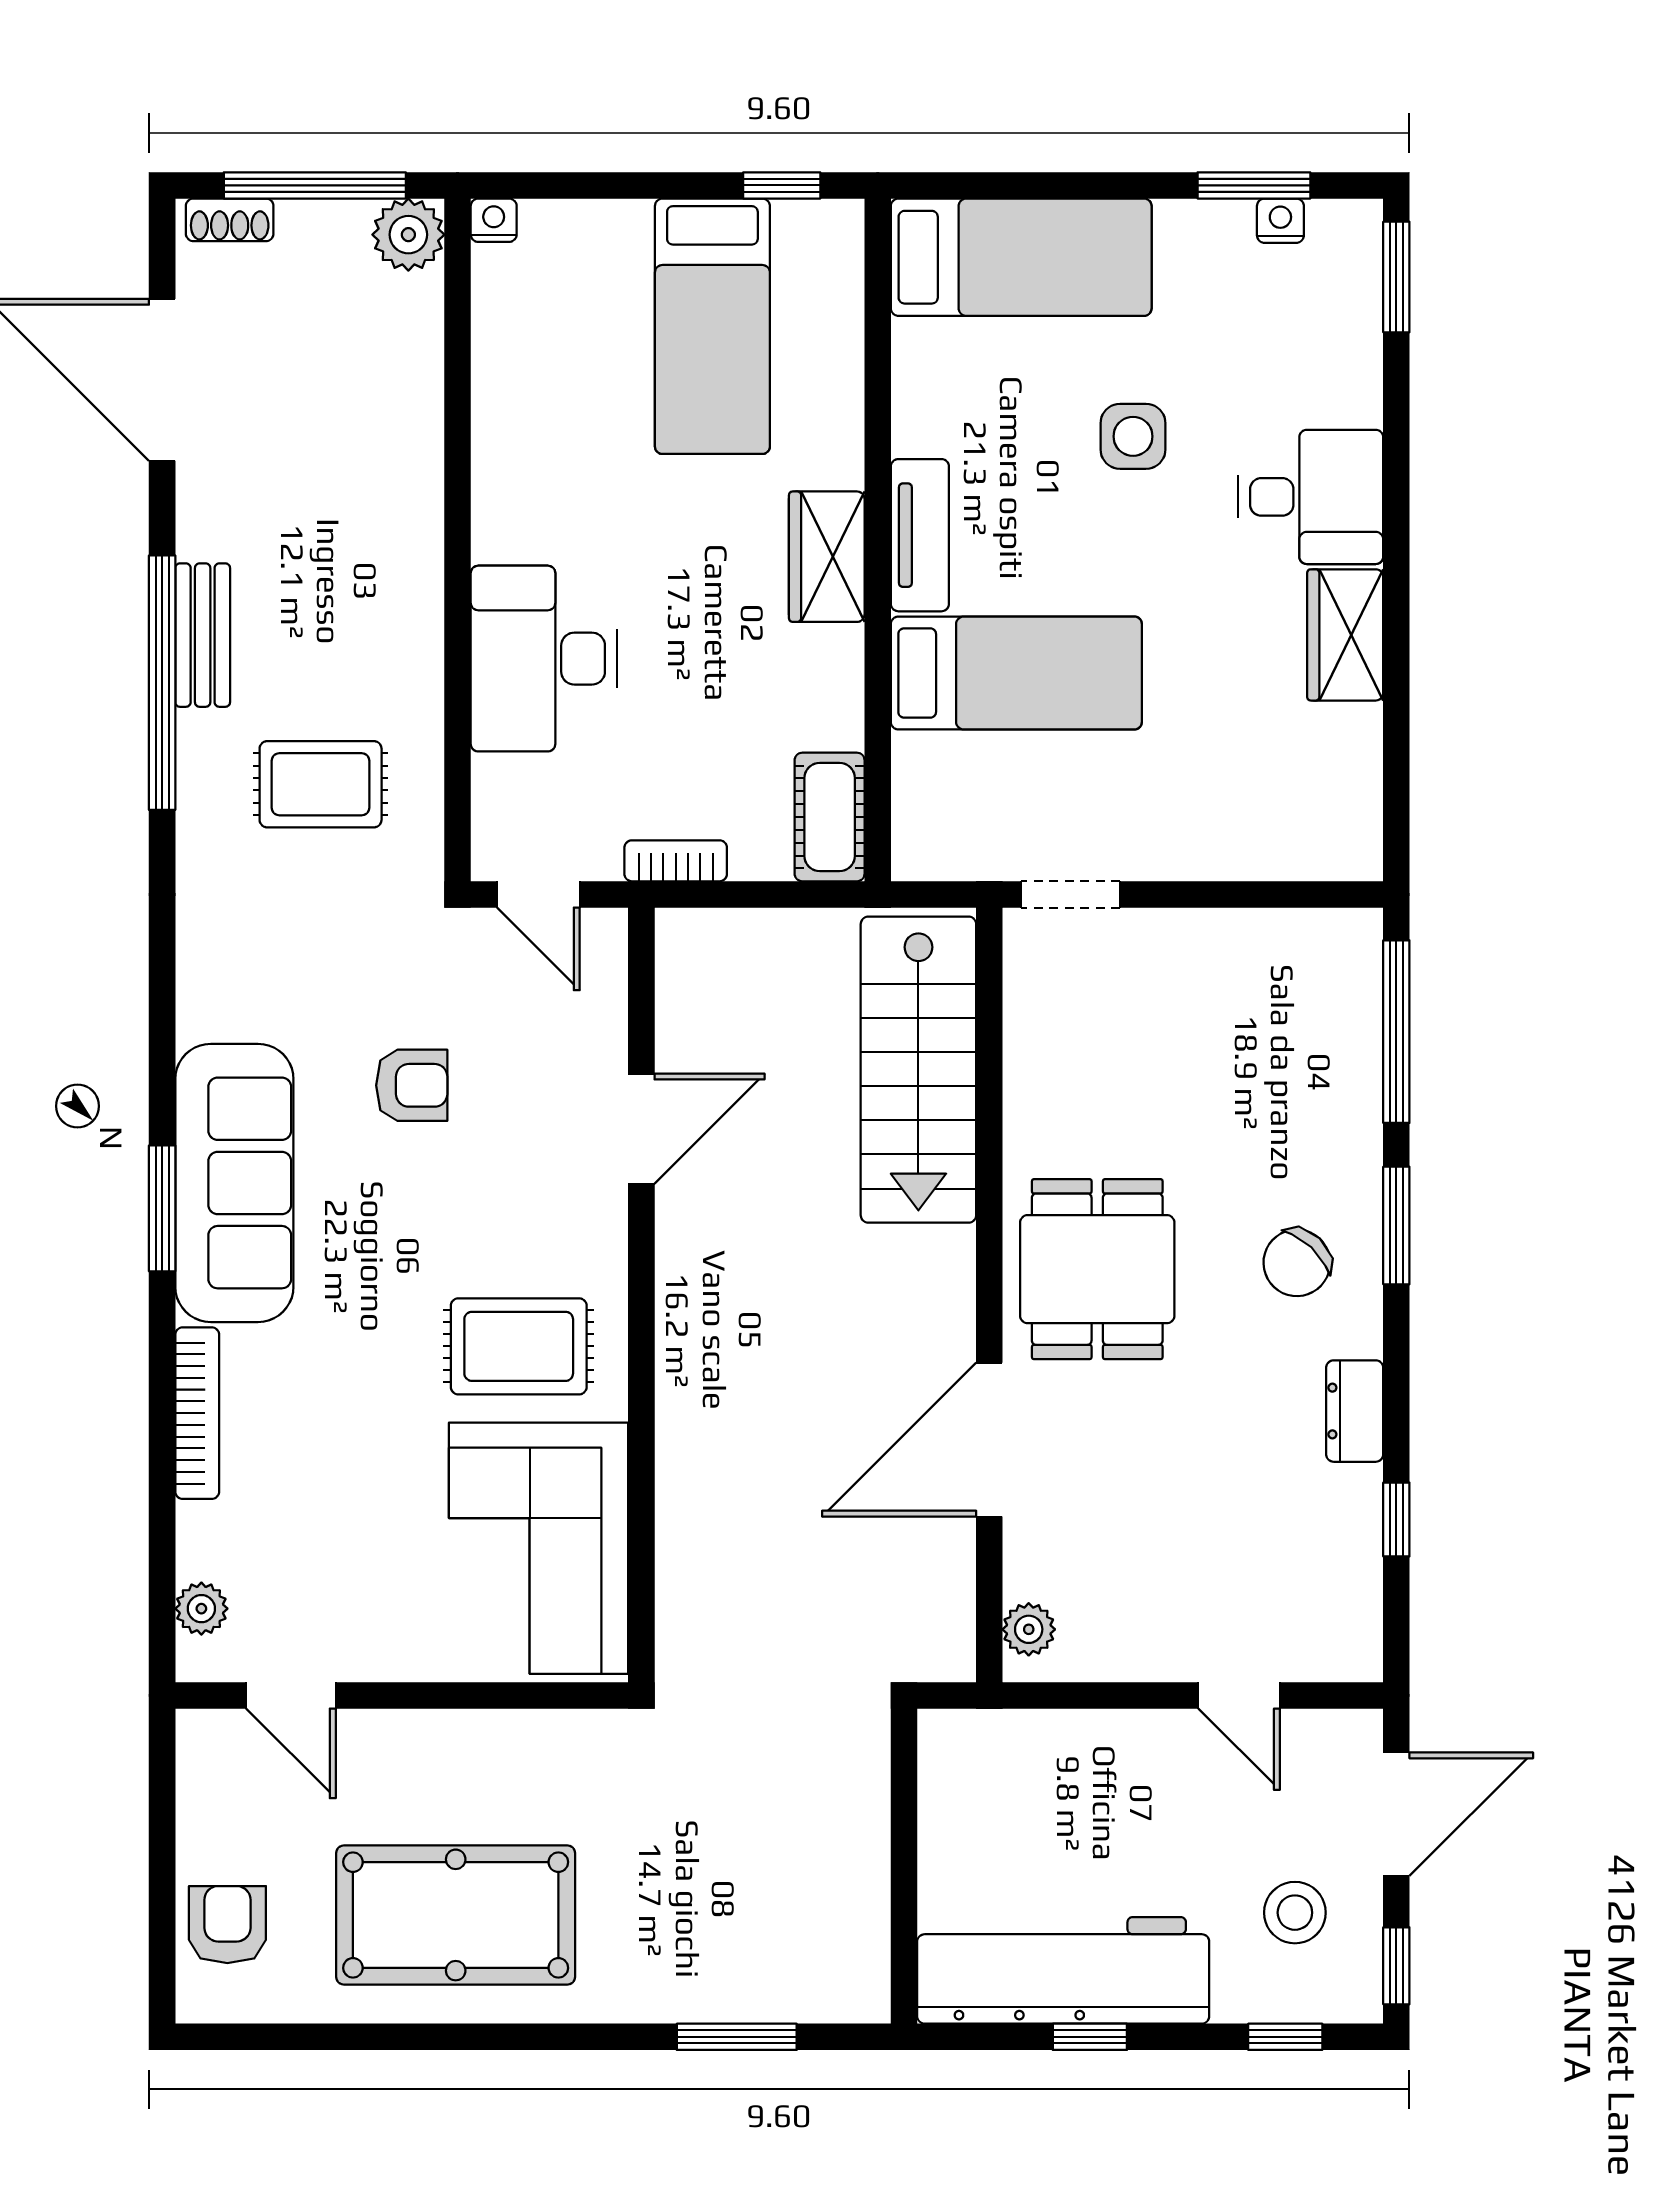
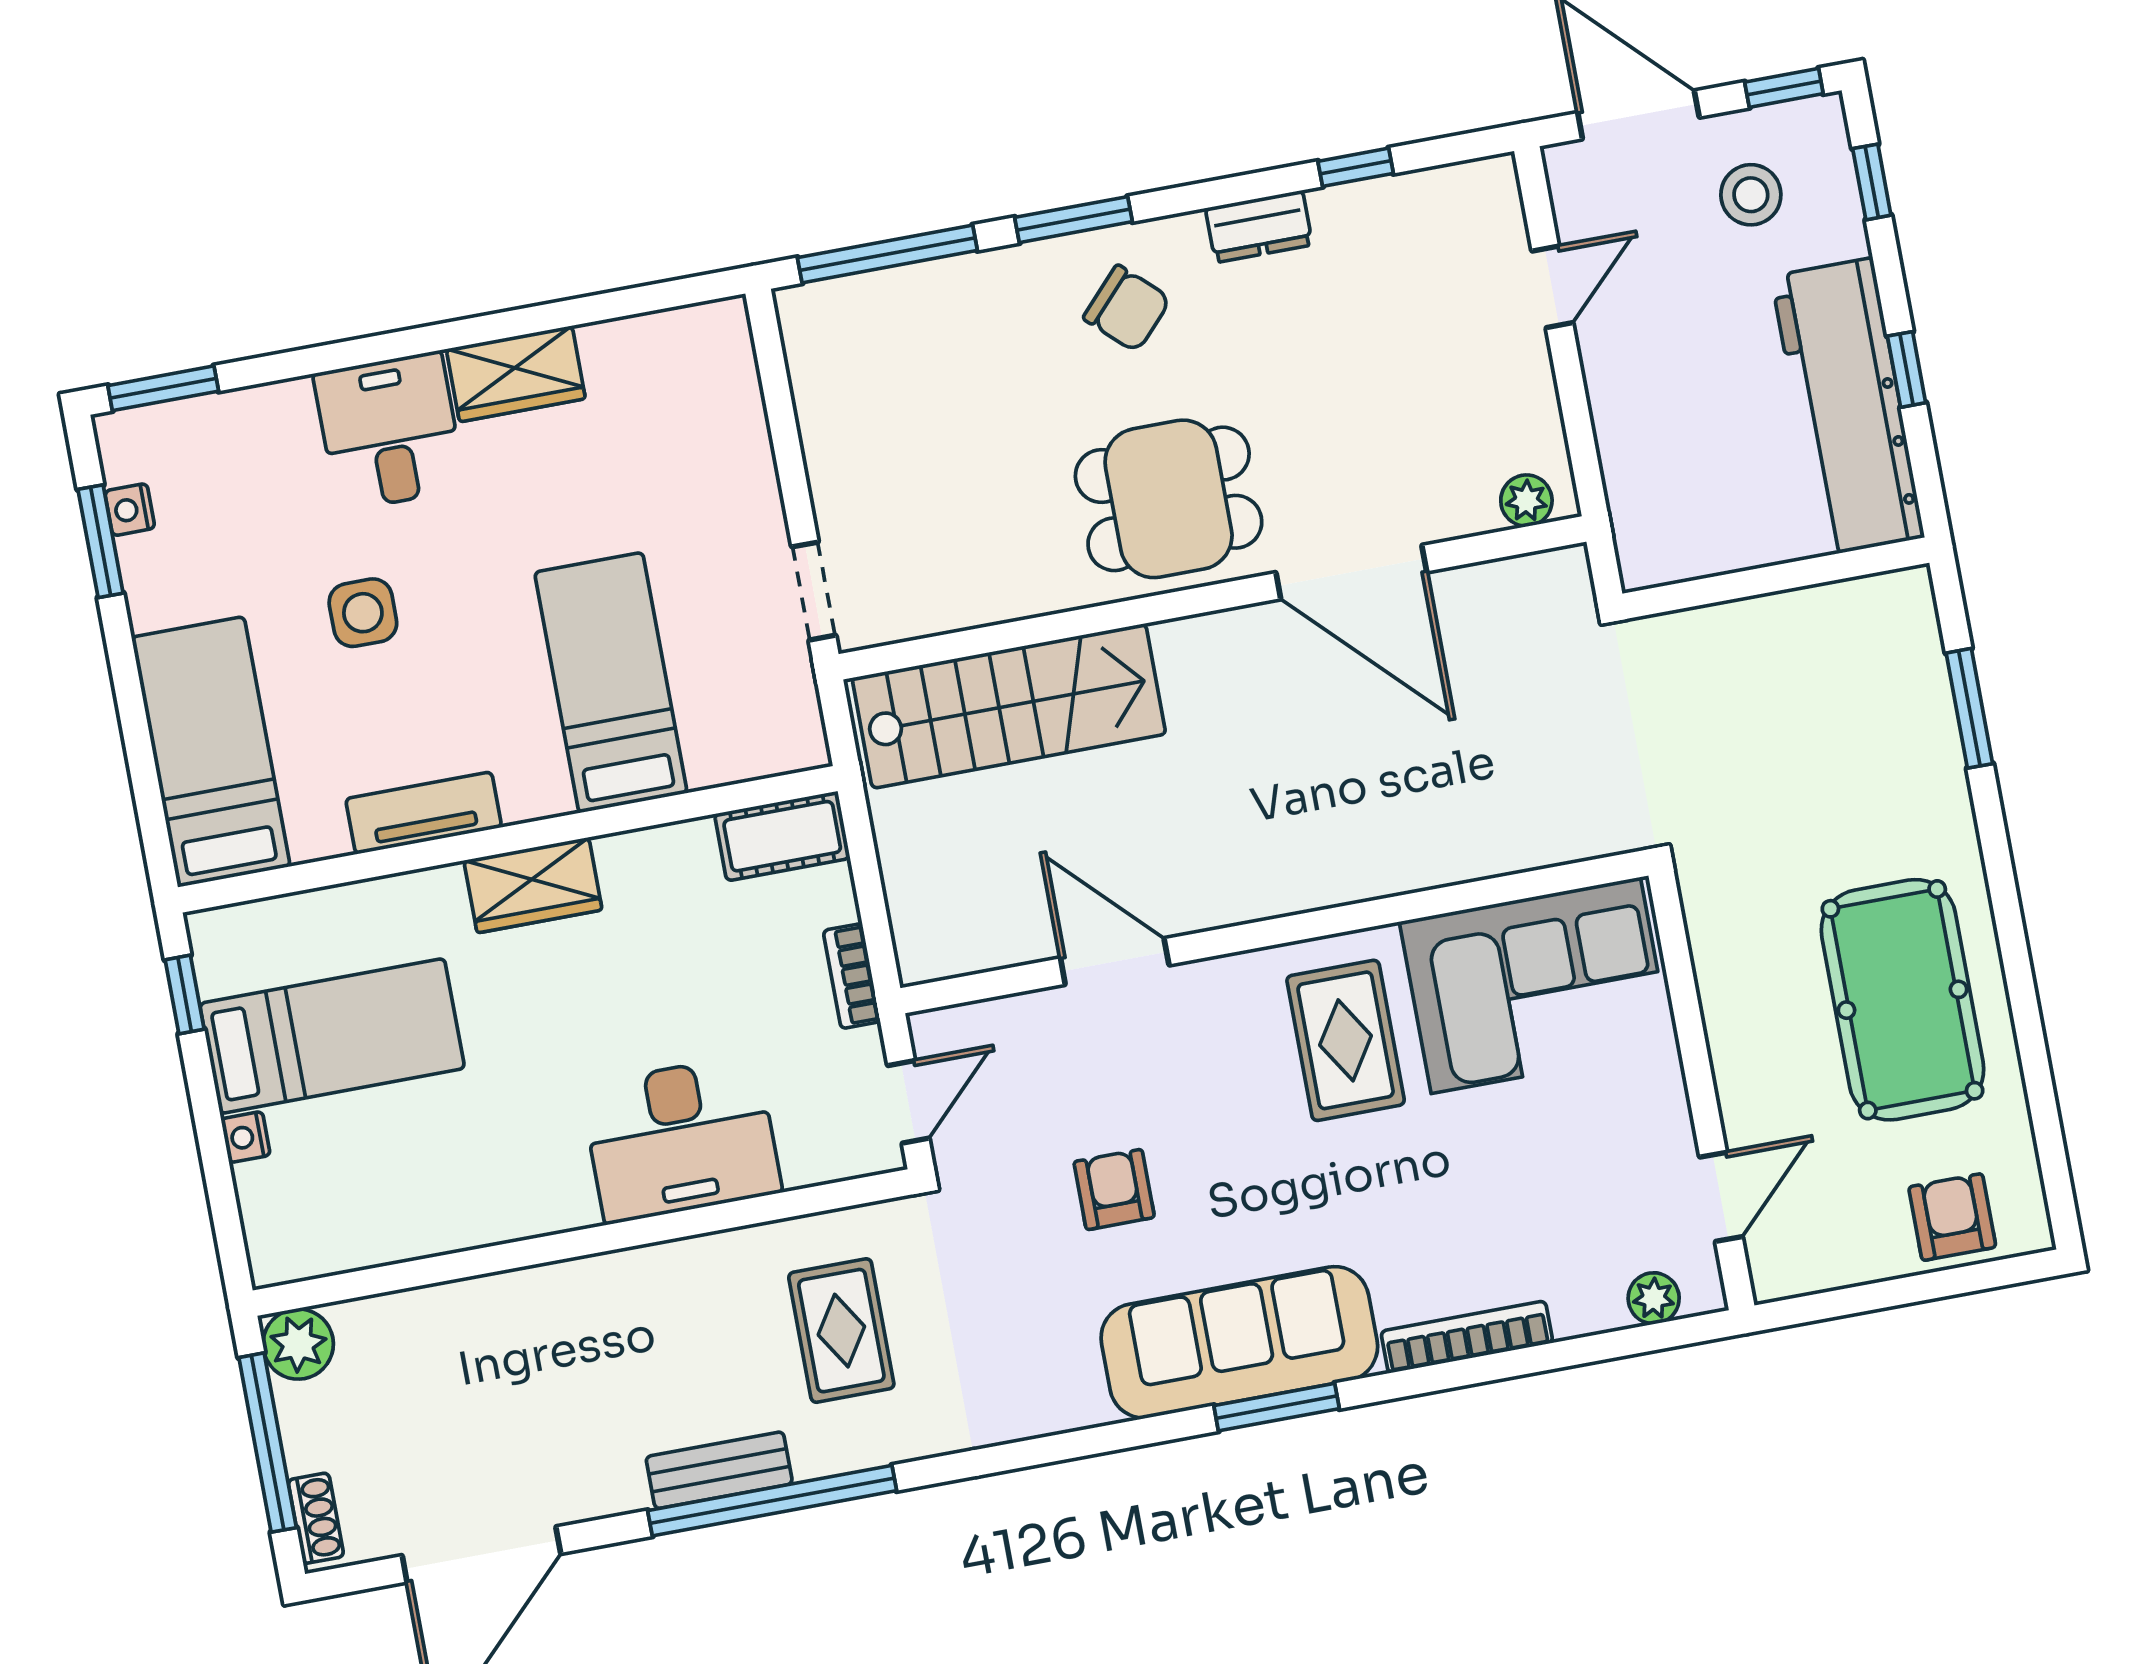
nightstand: (494, 220) -> (246, 1137), moved
tv unit: (920, 535) -> (424, 813), moved
armchair: (227, 1925) -> (1952, 1217), turned 90

